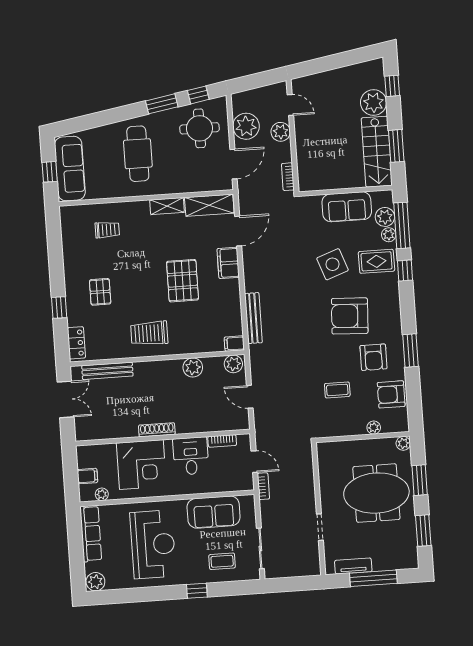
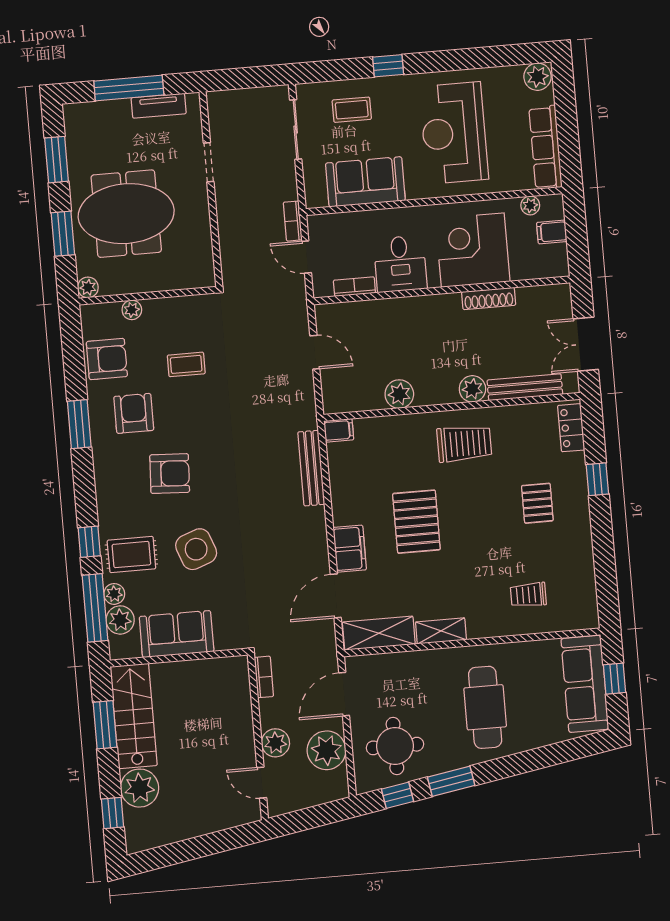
armchair: (350, 316) -> (170, 474), width x0.73, depth x0.73
plant: (233, 364) -> (472, 389), moved
shoe rack: (157, 430) -> (489, 298), moved

